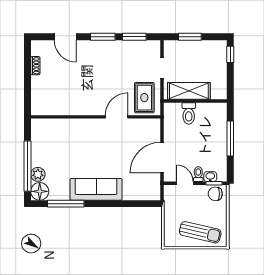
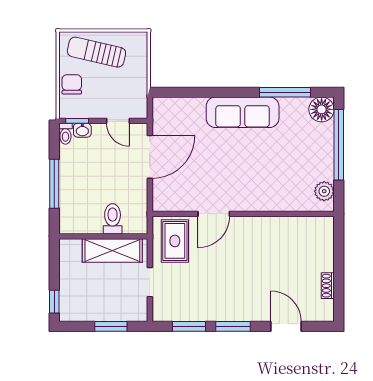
plant: (38, 174) -> (324, 191), moved
toilet: (198, 174) -> (65, 134), moved
chair: (215, 194) -> (72, 84), moved, turned -90

